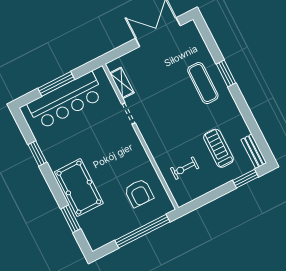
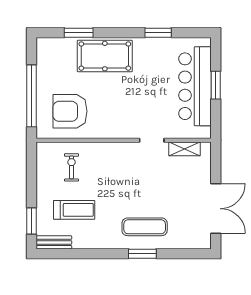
window: (56, 84) -> (216, 85), width x0.69
armchair: (139, 193) -> (70, 111), width x1.36, depth x1.36

